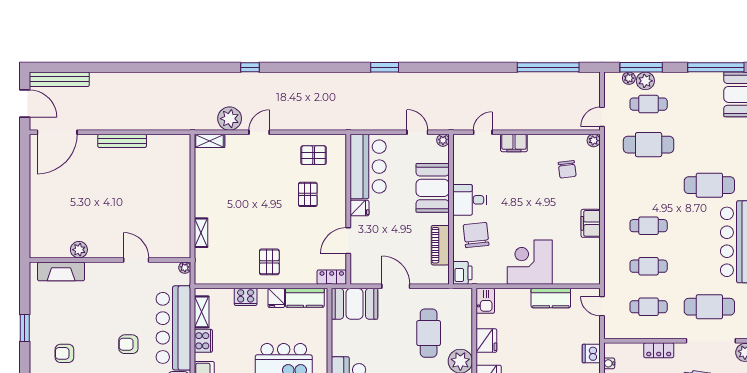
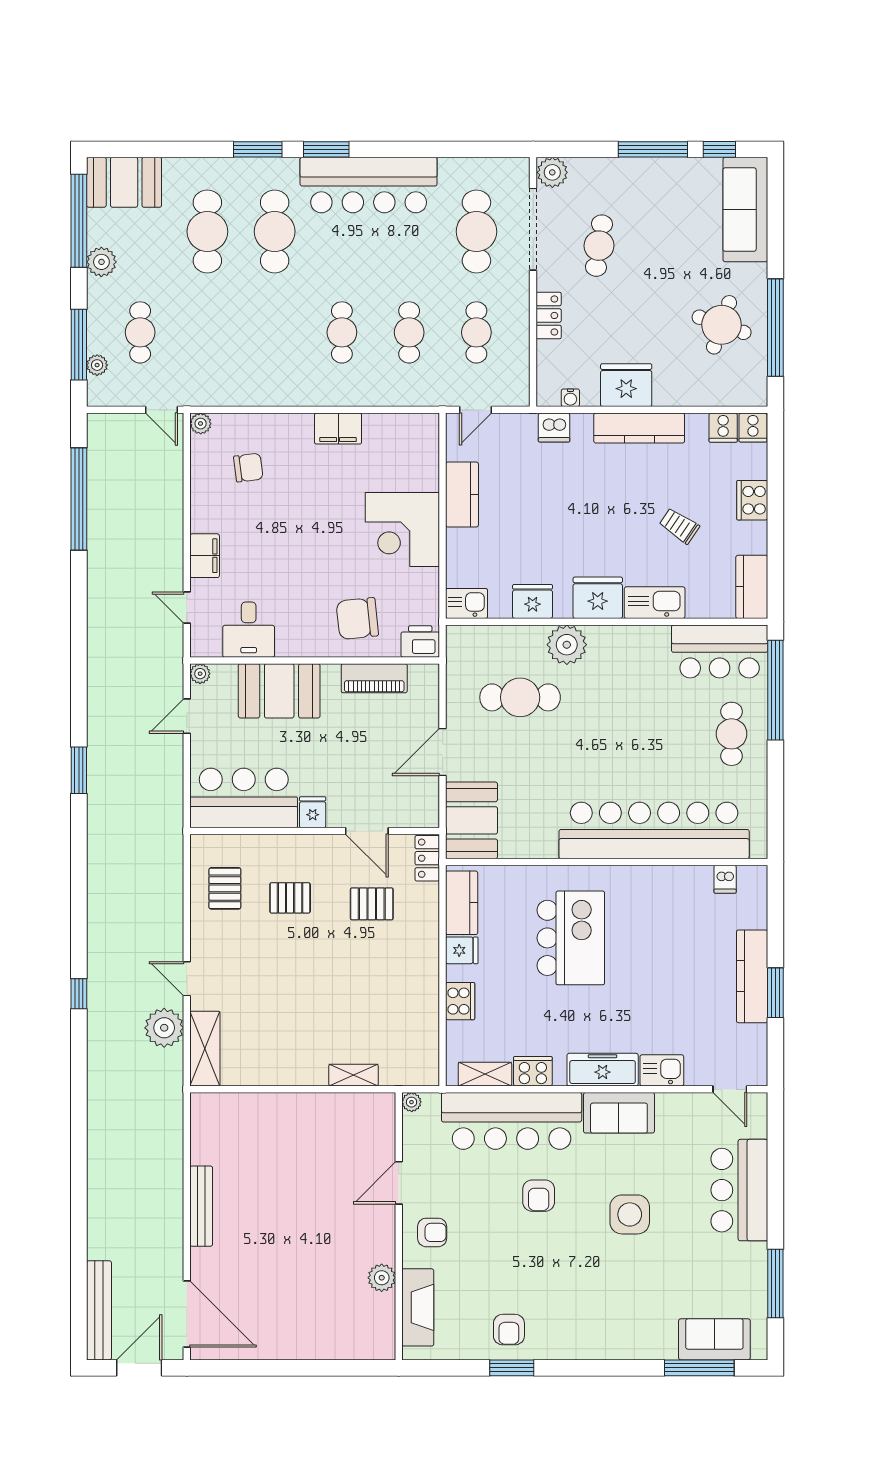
plant: (645, 81) -> (101, 262), moved
shelving: (209, 141) -> (205, 1049), width x1.50, depth x1.33
cafe table: (649, 145) -> (207, 232), moved
desk: (469, 200) -> (249, 630), moved
pallet: (269, 262) -> (372, 904), moved
armchair: (106, 280) -> (432, 1232), added
armchair: (64, 353) -> (509, 1330), moved

